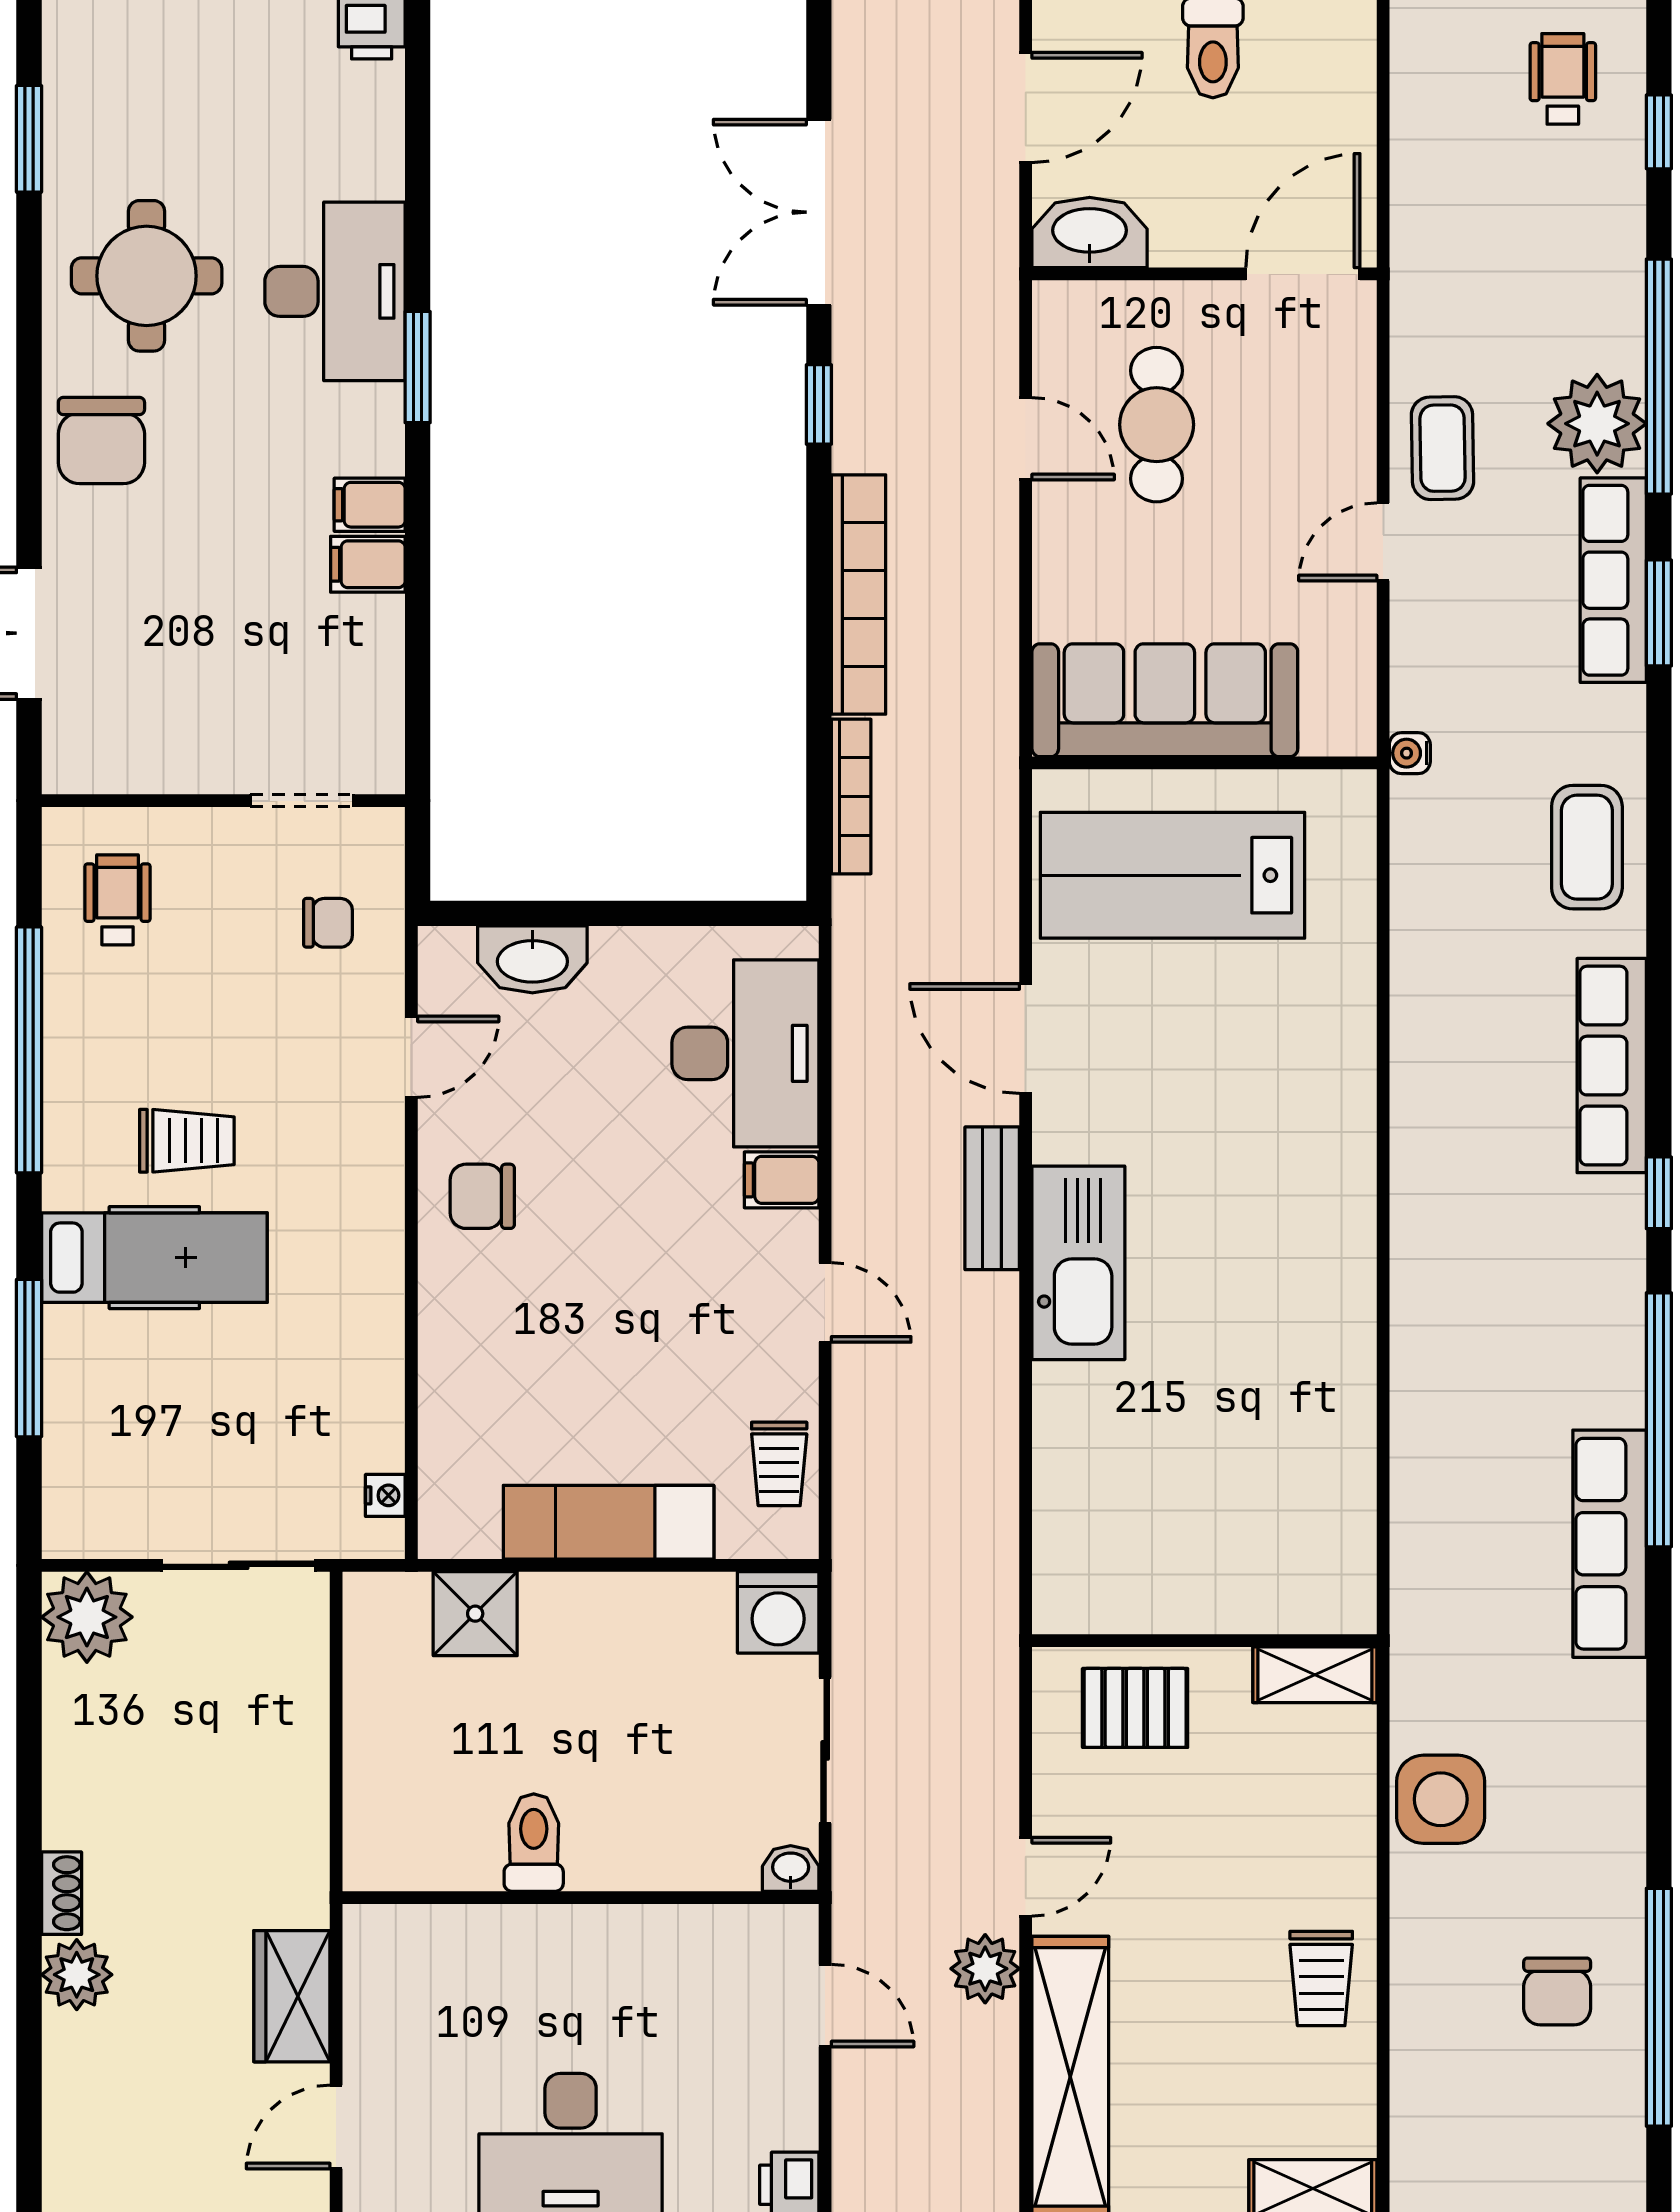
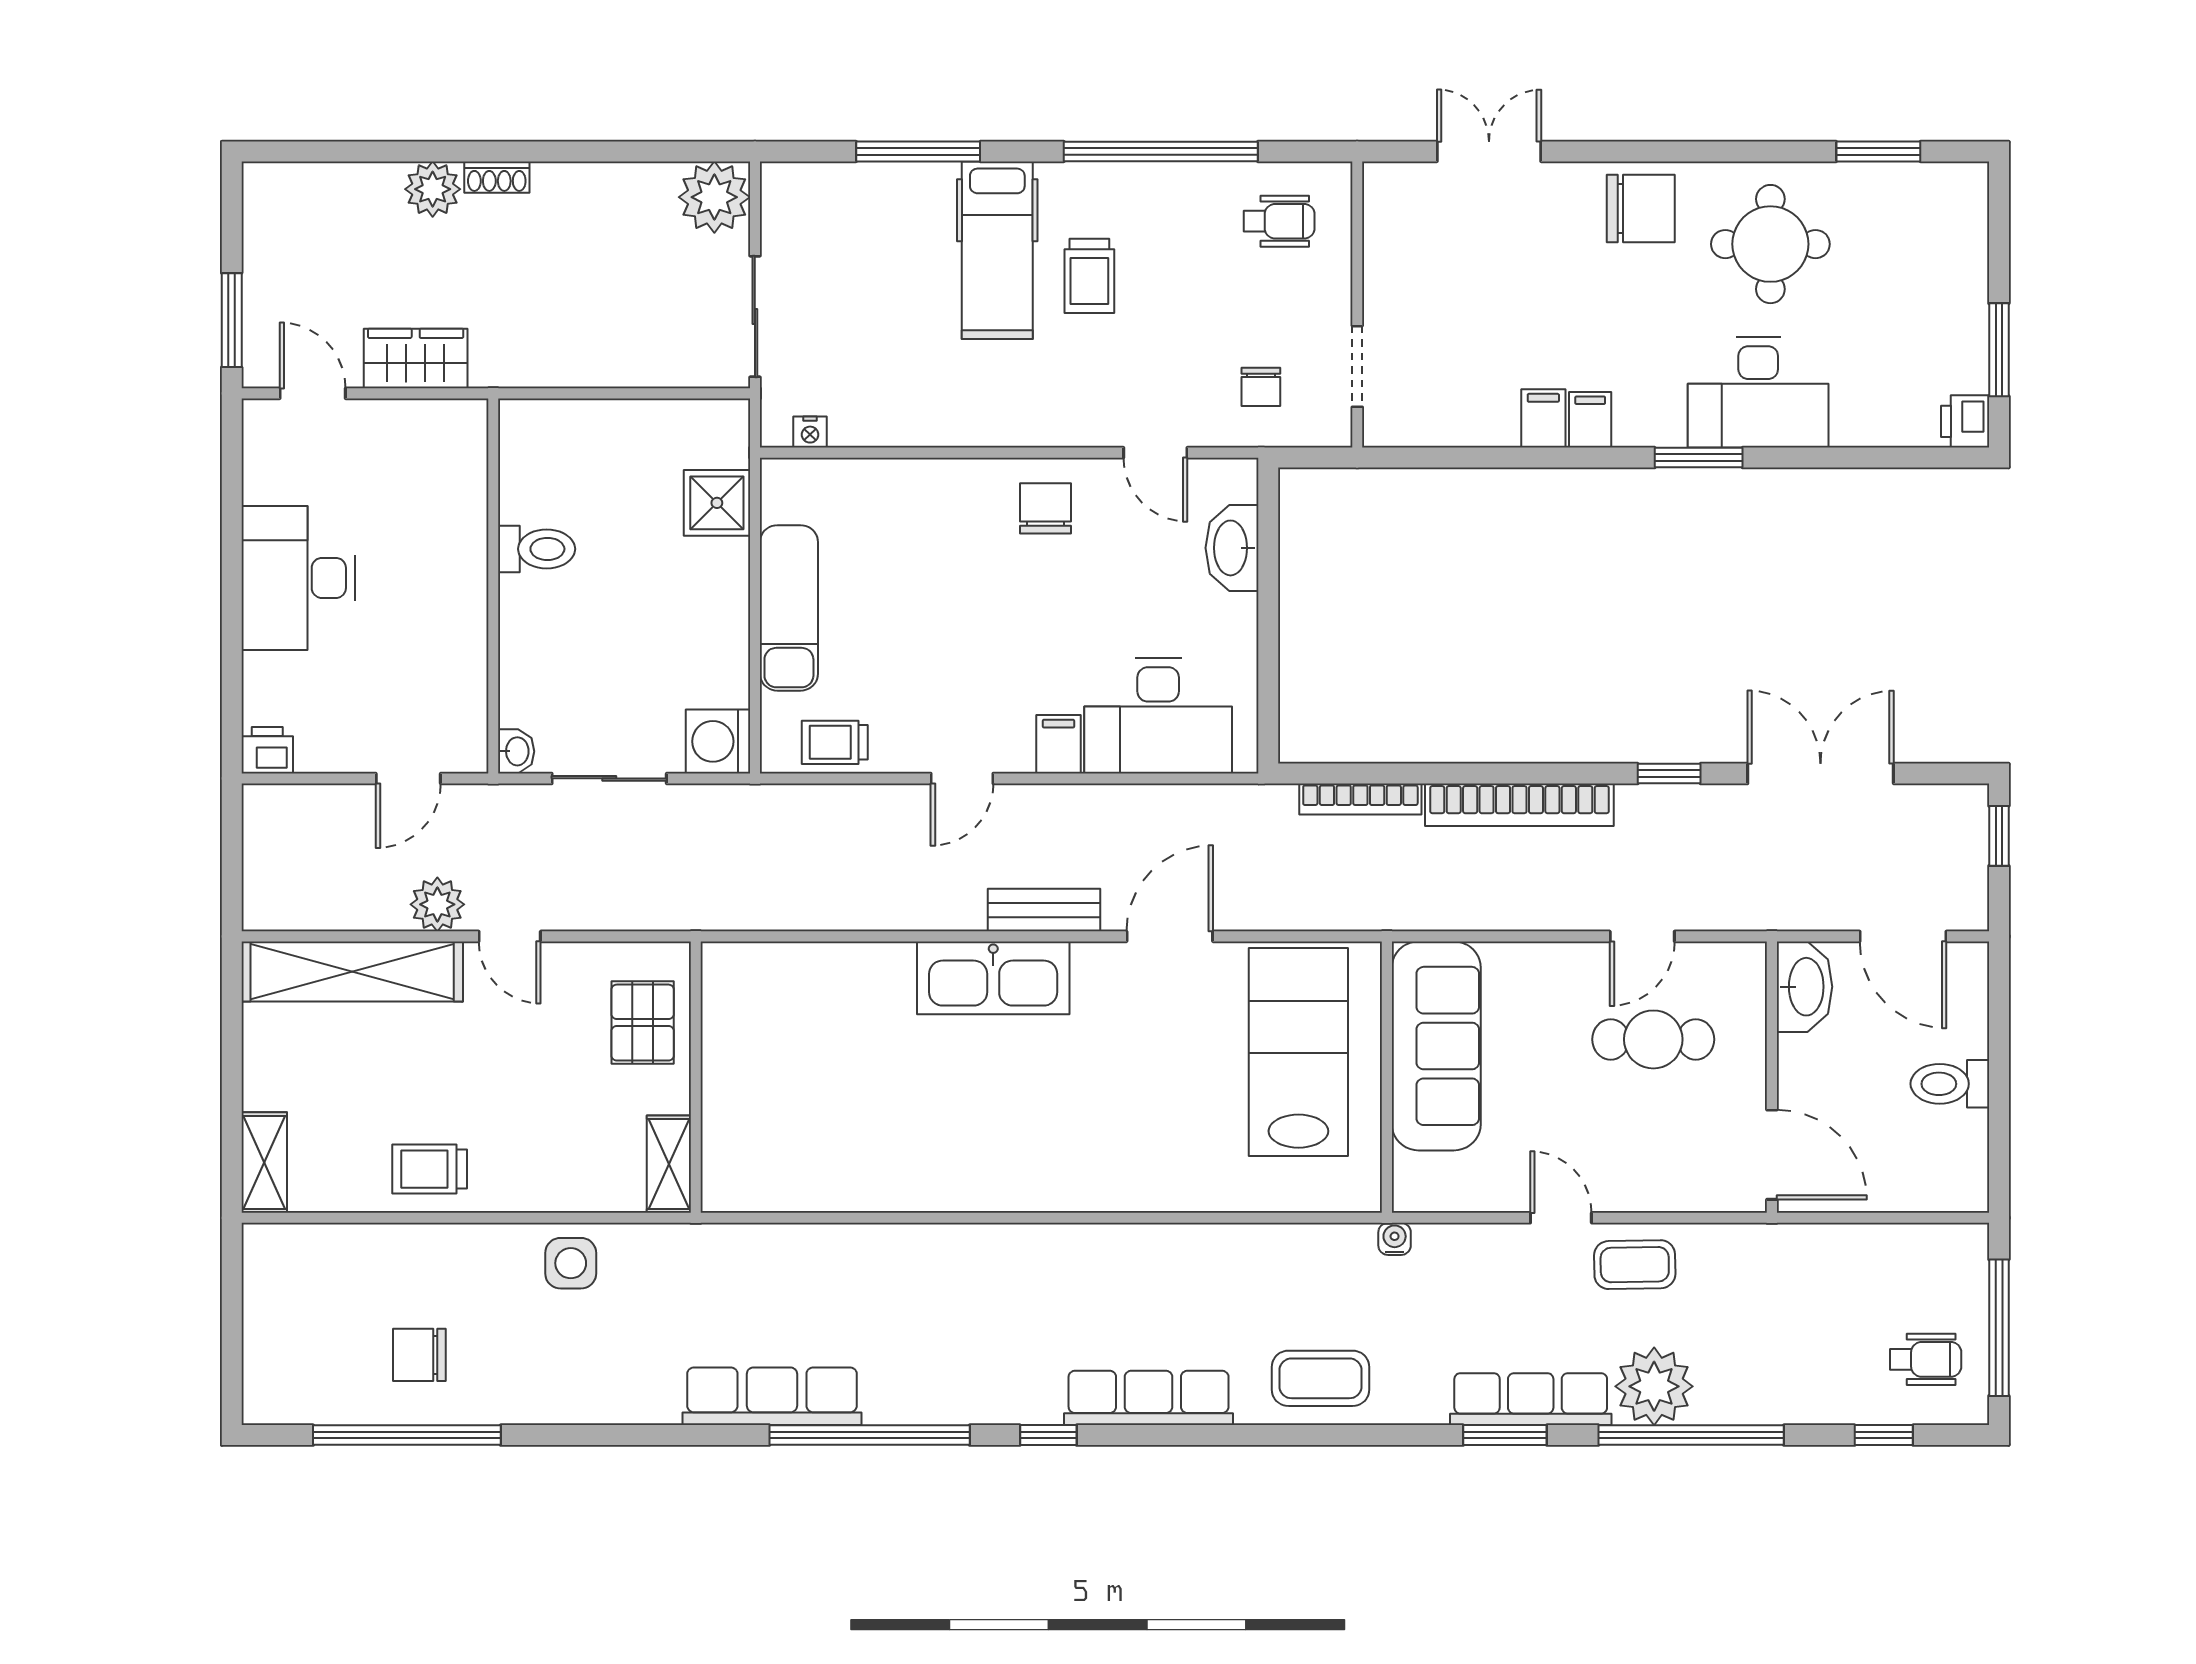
chair: (101, 440) -> (1641, 209), turned 180
side table: (1441, 1799) -> (571, 1263), width x0.73, depth x0.73

